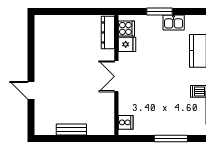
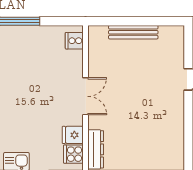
bench: (71, 129) -> (133, 32), width x1.36

